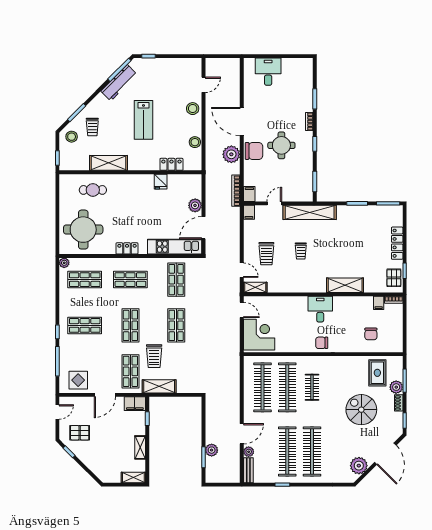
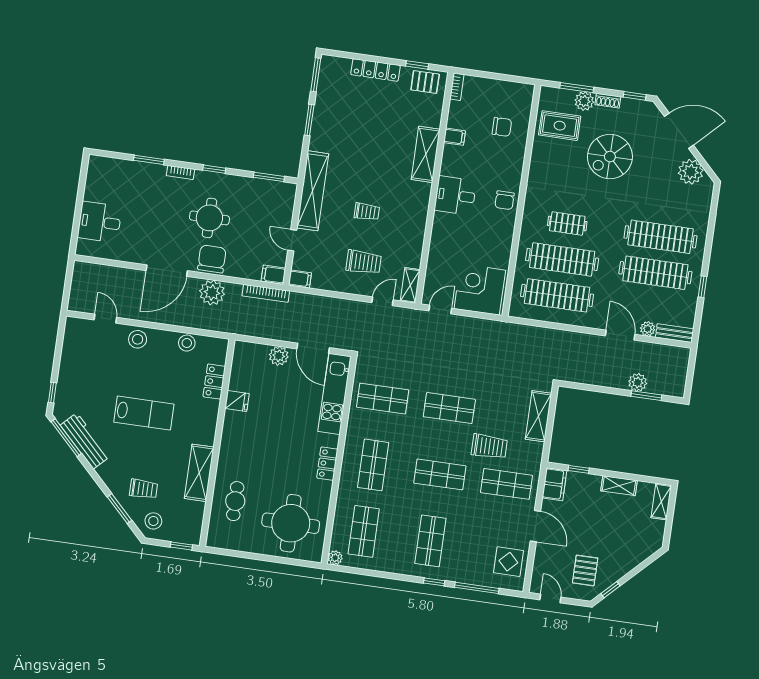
filing cabinet: (379, 303) -> (455, 137), moved
shelving: (159, 386) -> (538, 416), moved

